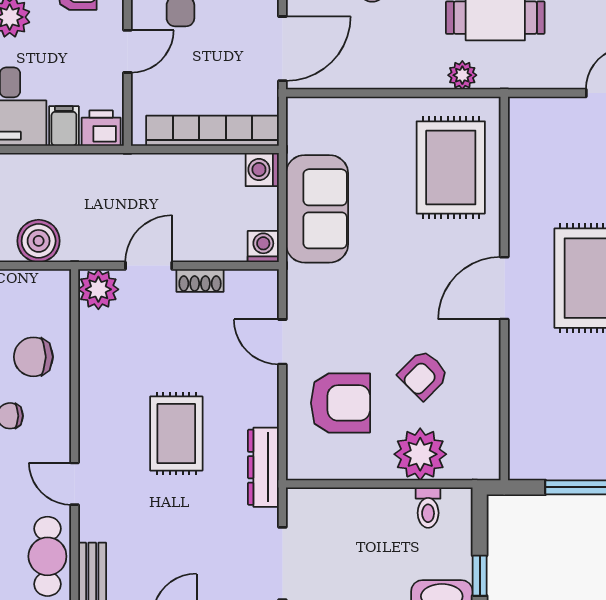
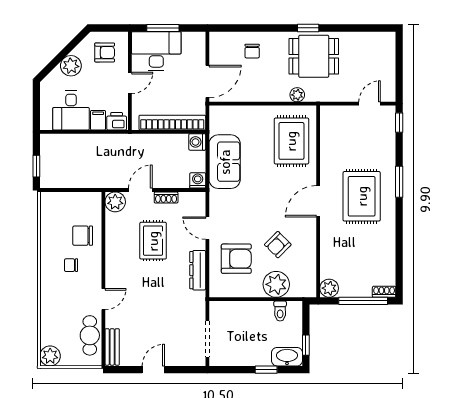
boiler: (39, 241) -> (85, 178), removed
rug: (176, 434) -> (153, 241), moved
plant: (526, 462) -> (329, 288), added
dresser: (263, 467) -> (198, 270), moved
door: (75, 484) -> (103, 299), swing flipped

